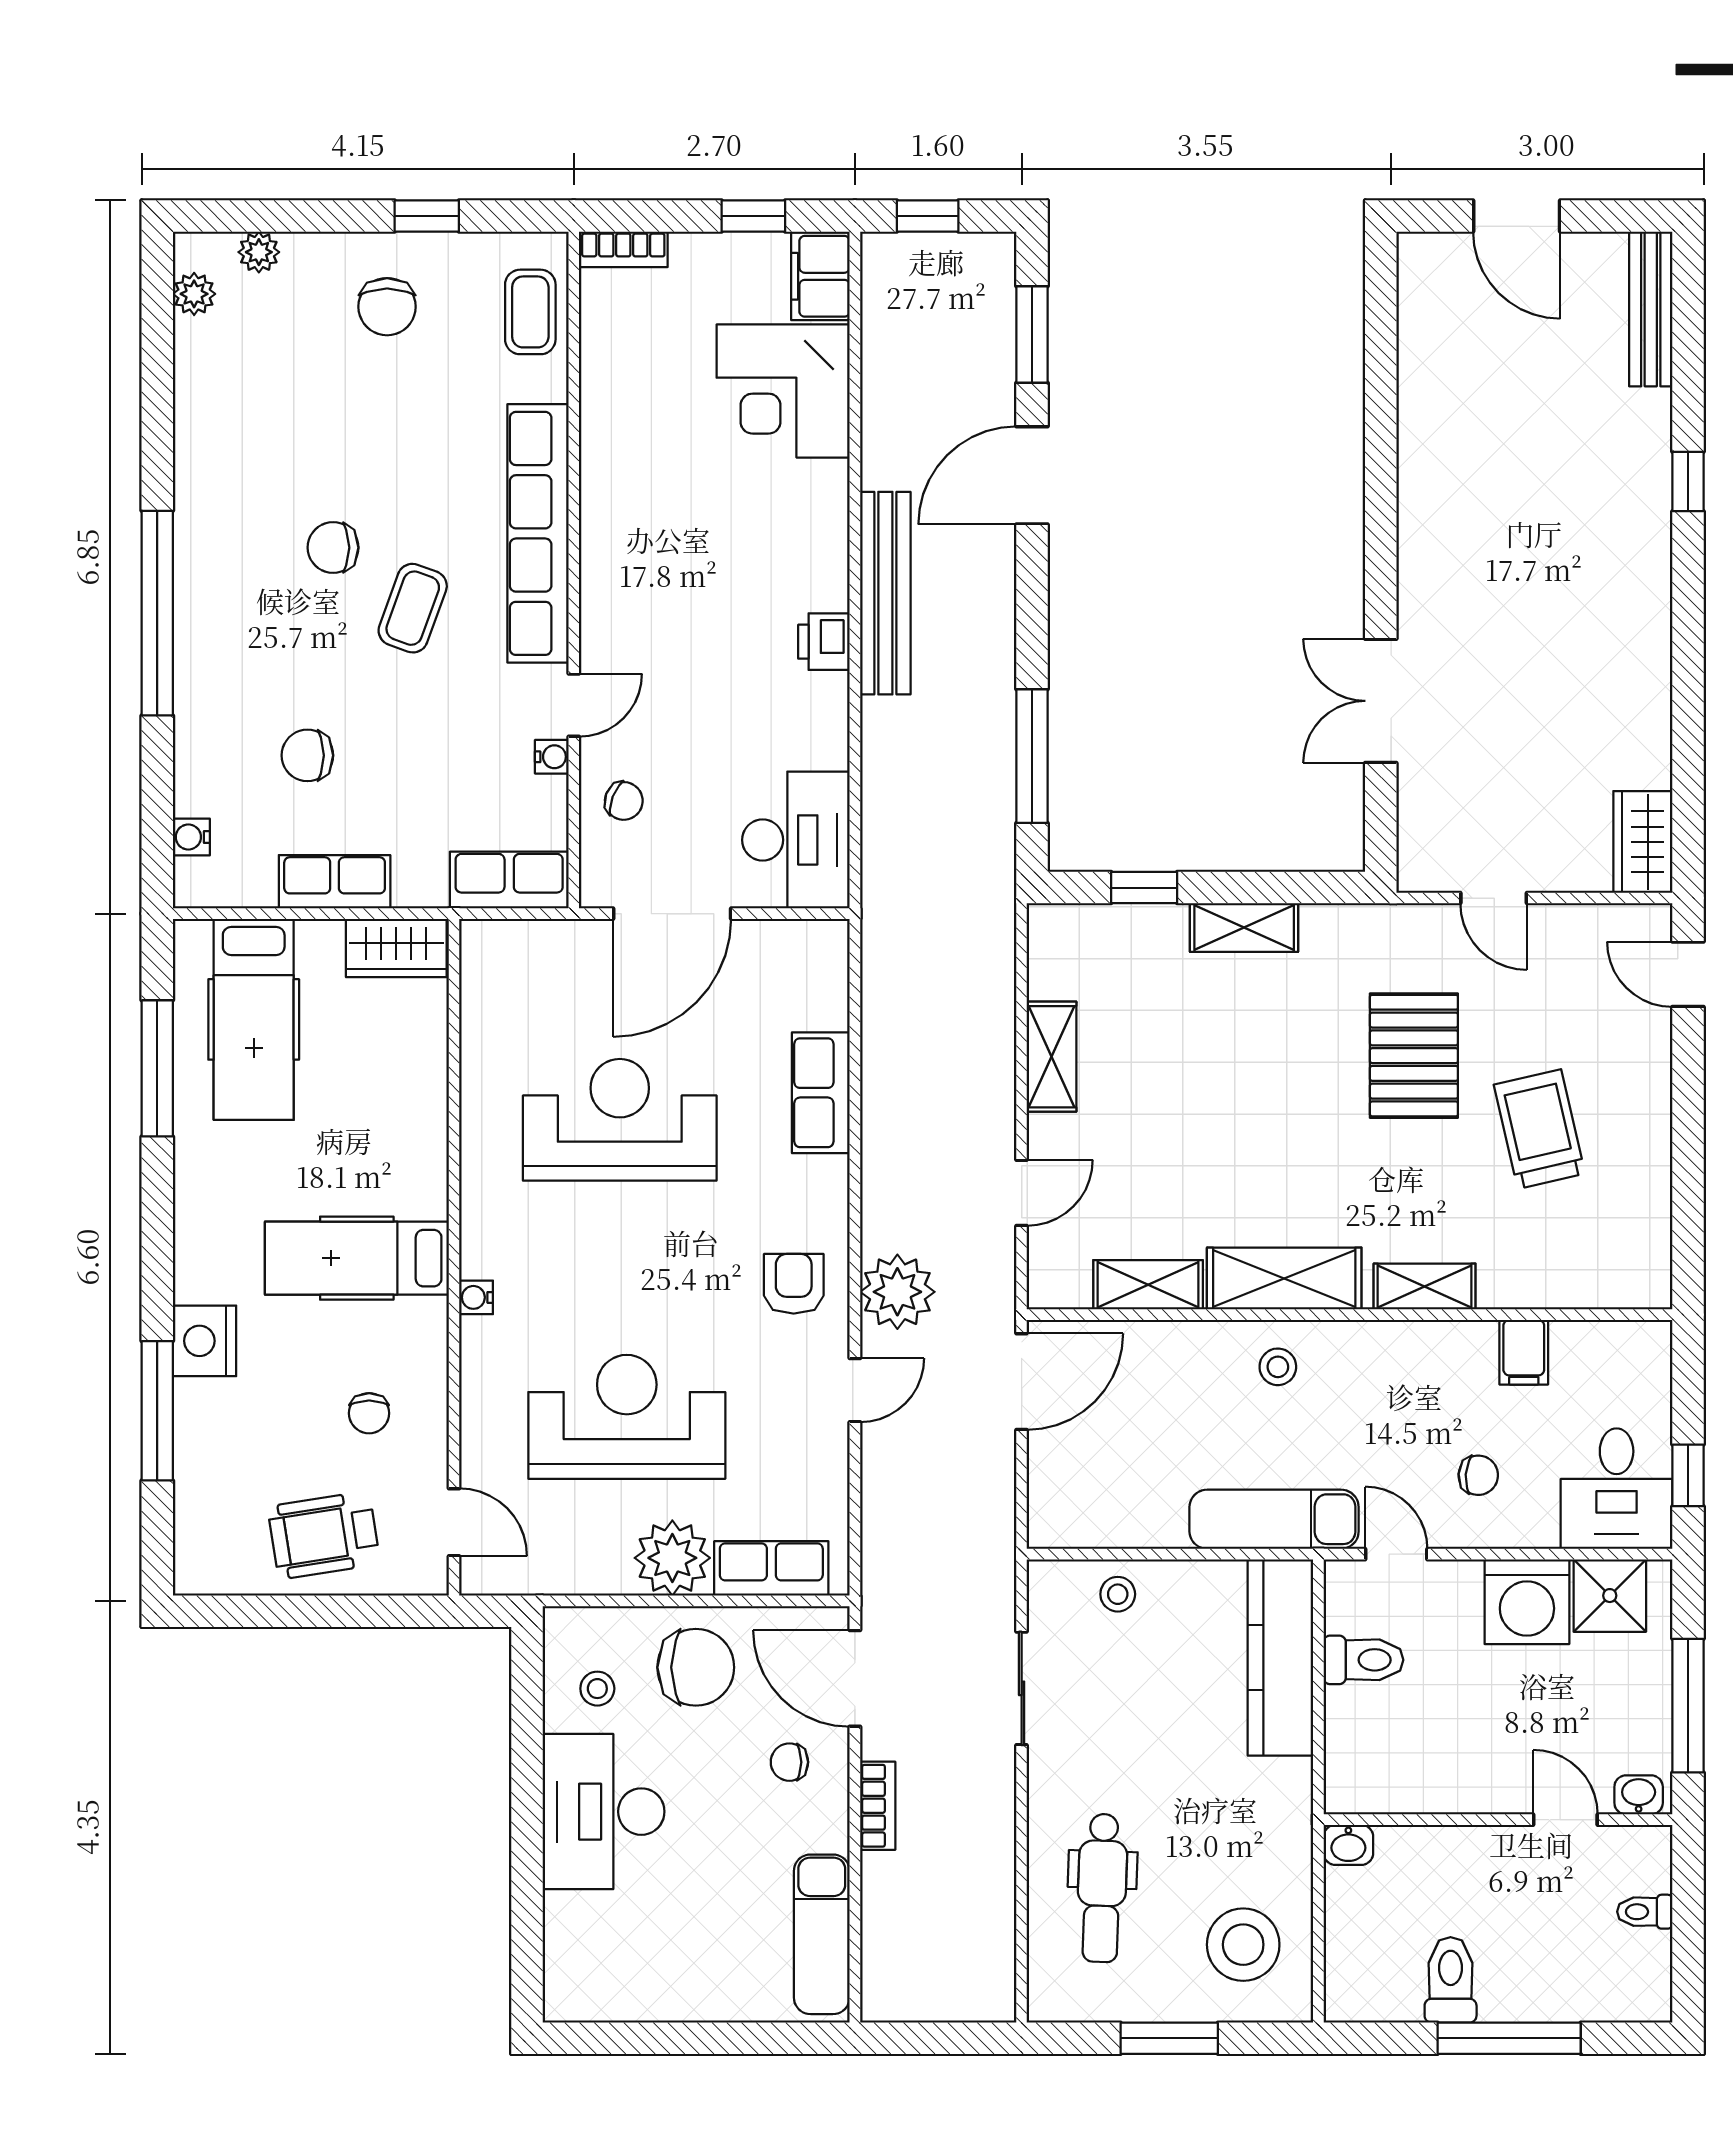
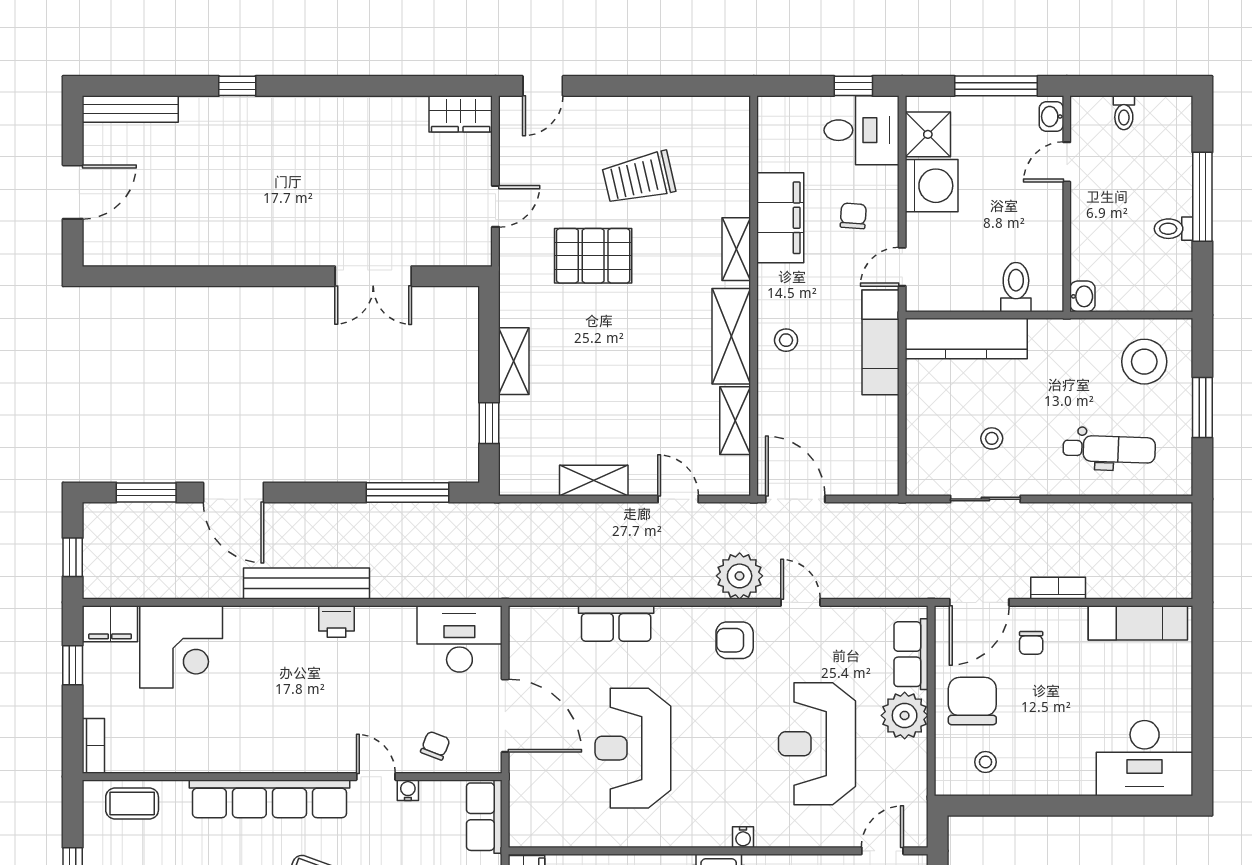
filing cabinet: (1524, 1352) -> (780, 218), width x3.00, depth x1.17
stool: (1118, 1594) -> (992, 438), moved
toilet: (1363, 1660) -> (1016, 287), moved
desk: (604, 1812) -> (1145, 758), moved
toilet: (1451, 1980) -> (1173, 229), width x0.73, depth x0.72

